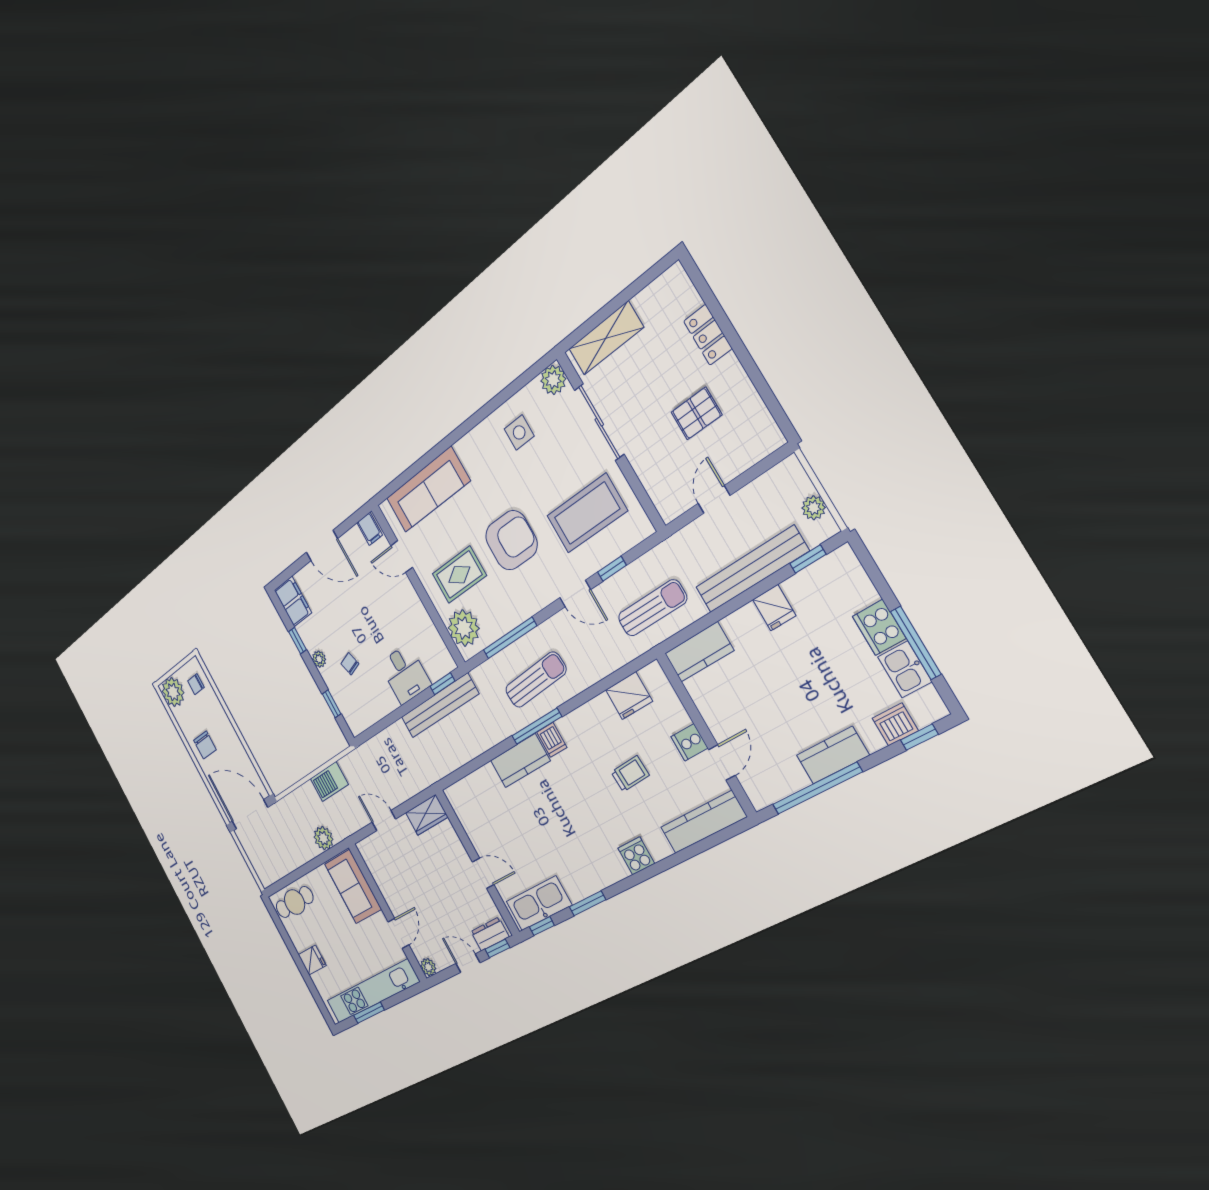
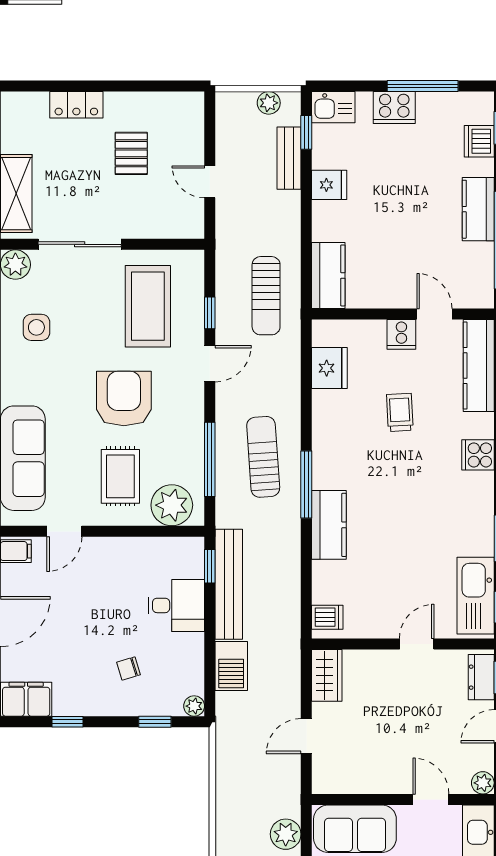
bench: (752, 569) -> (289, 158), width x0.54, depth x0.82
sun lounger: (652, 608) -> (266, 296), turned 180
plant: (319, 659) -> (194, 706), moved
kitchen sink: (905, 669) -> (333, 107), moved
dishwasher: (552, 740) -> (327, 617), moved
barbecue: (329, 782) -> (231, 666), moved

